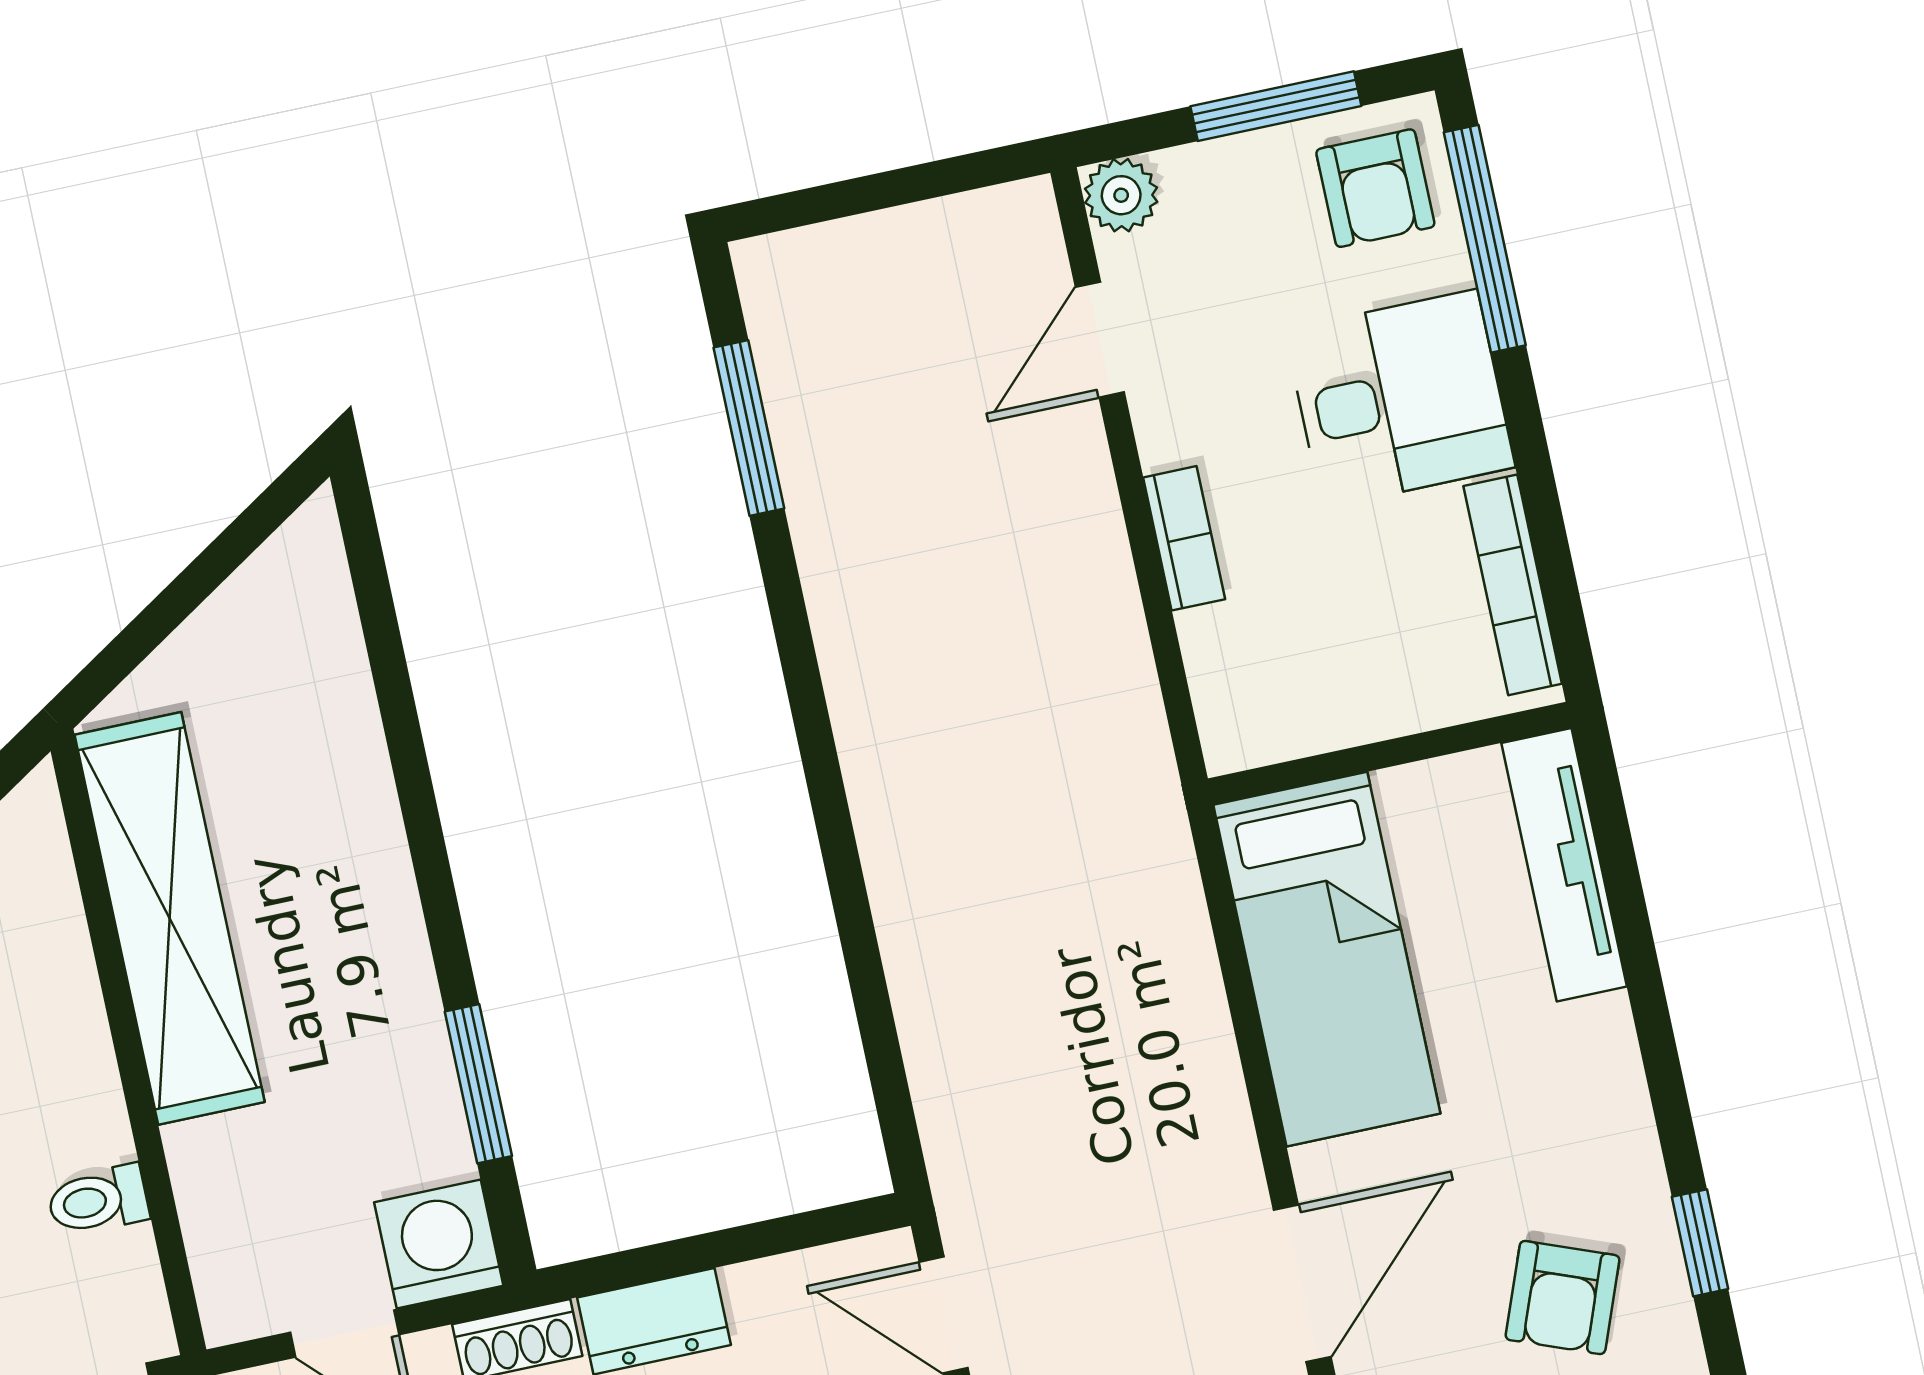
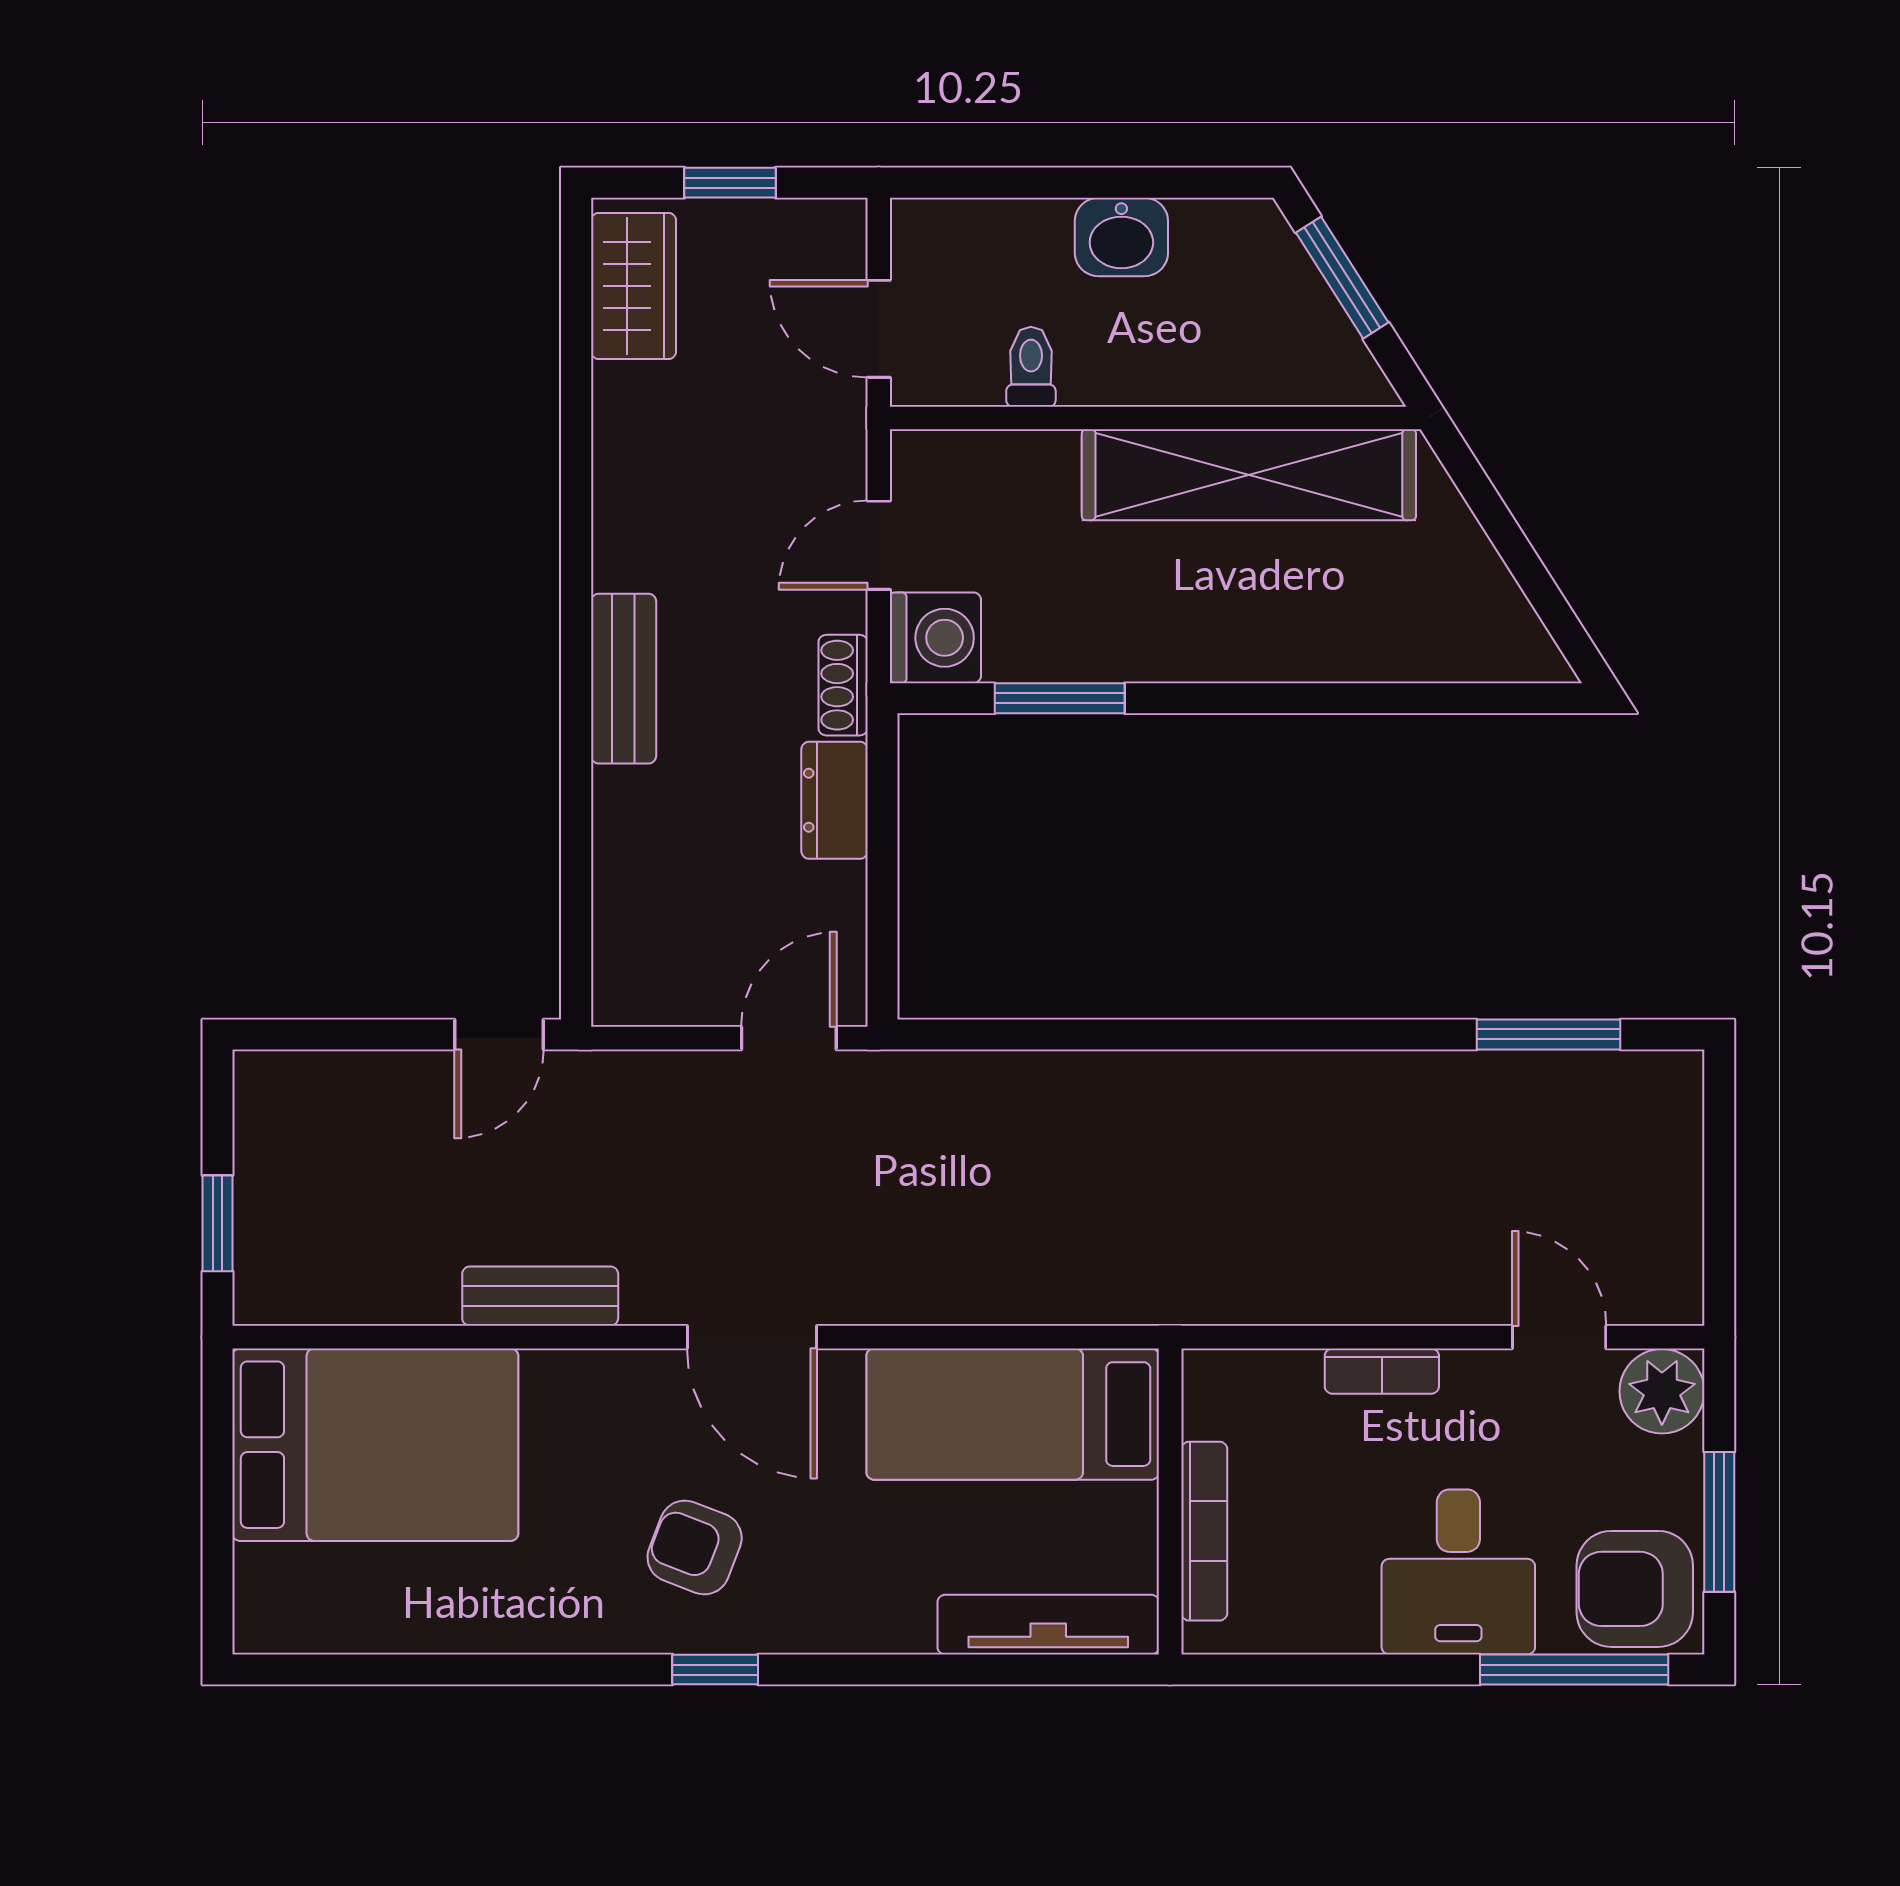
armchair: (1375, 188) -> (1635, 1589), width x1.38, depth x1.38
plant: (1121, 195) -> (1662, 1391), width x1.38, depth x1.38
bookcase: (1513, 585) -> (1204, 1531), moved, turned 90

